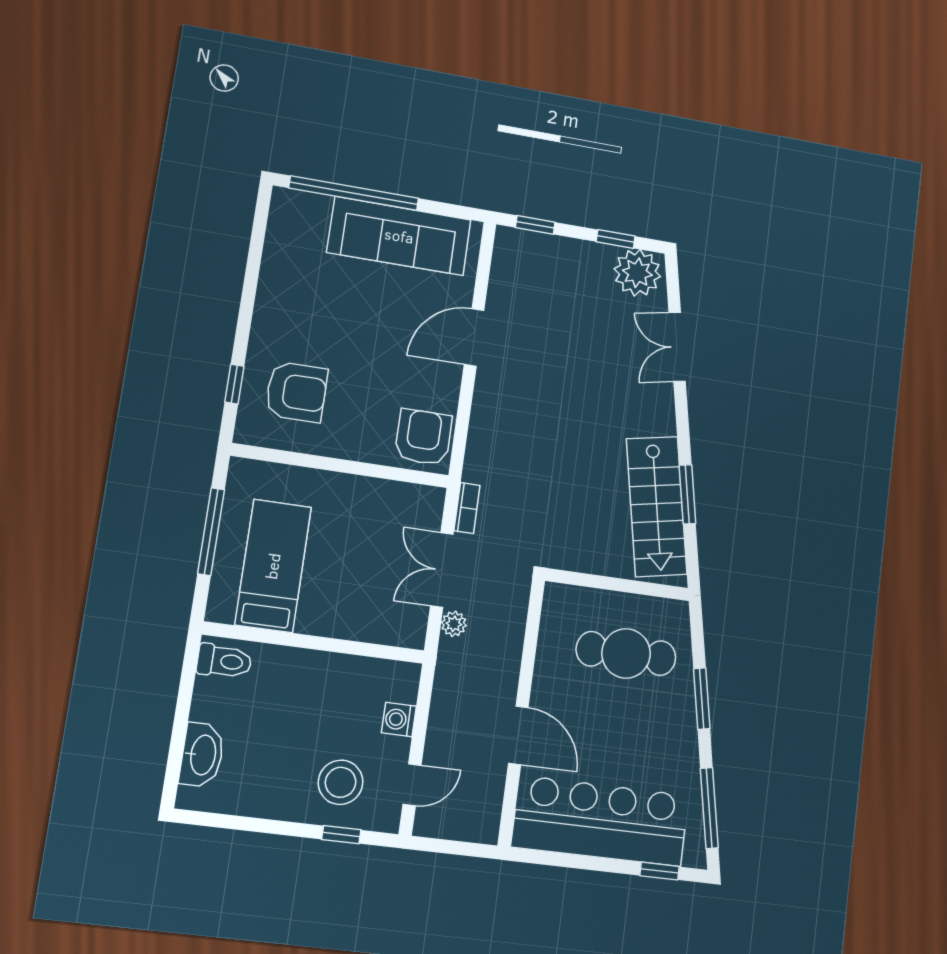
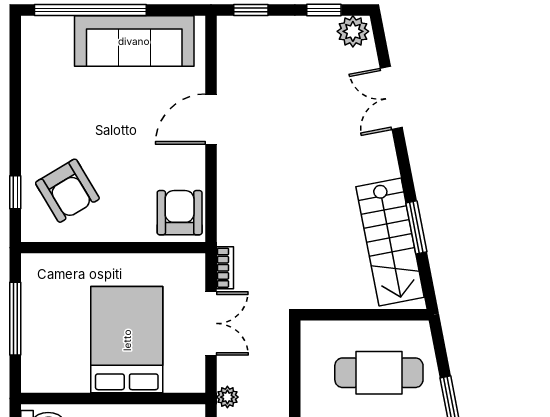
plant: (637, 273) -> (353, 31), width x0.73, depth x0.73
armchair: (296, 392) -> (67, 191), turned 59
bed: (273, 566) -> (127, 340), moved, width x1.50
double door: (442, 570) -> (211, 323), swing flipped
plant: (454, 624) -> (227, 397), moved

